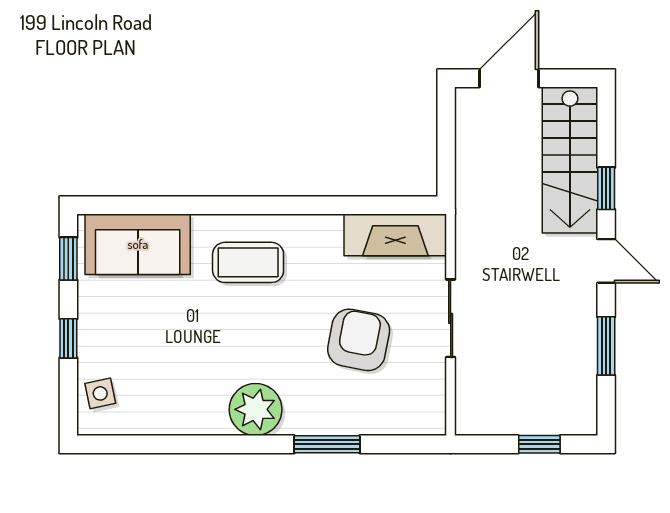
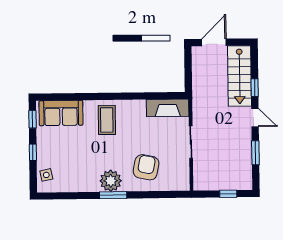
coffee table: (248, 262) -> (107, 120), turned 90
armchair: (359, 340) -> (146, 167), moved
window: (327, 444) -> (113, 195), moved

